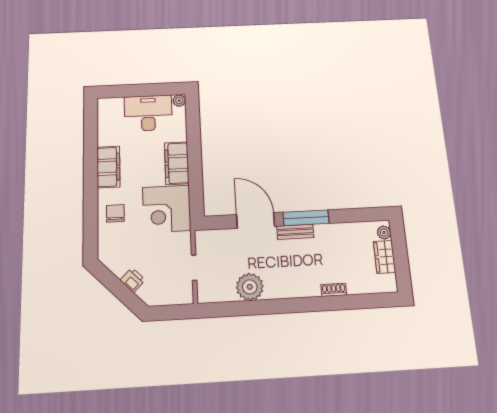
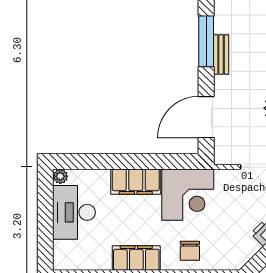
chair: (115, 213) -> (190, 251), turned -90
door: (256, 220) -> (206, 117), moved

